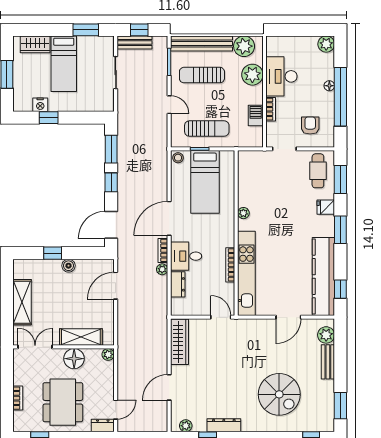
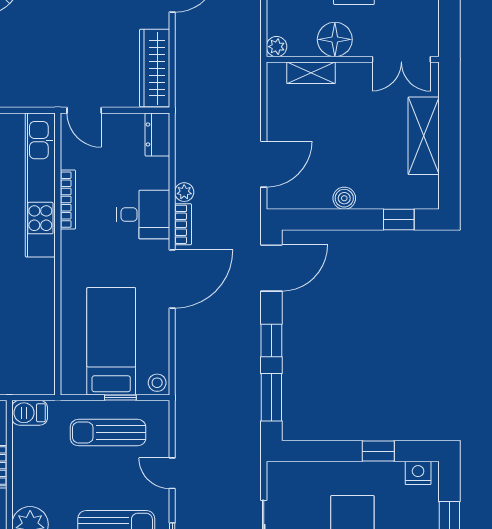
nightstand: (40, 105) -> (418, 473), moved
barbecue: (256, 116) -> (30, 413), moved, turned 90
plant: (243, 213) -> (45, 288), removed
window: (53, 253) -> (399, 220), moved
dresser: (178, 284) -> (157, 134), moved
shelving: (81, 337) -> (311, 73), width x0.67, depth x0.75

